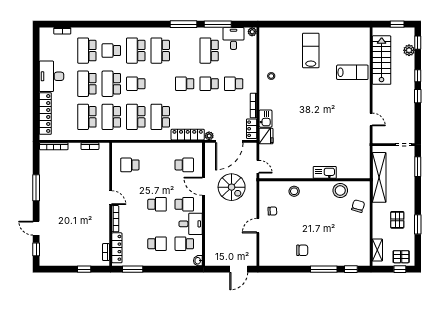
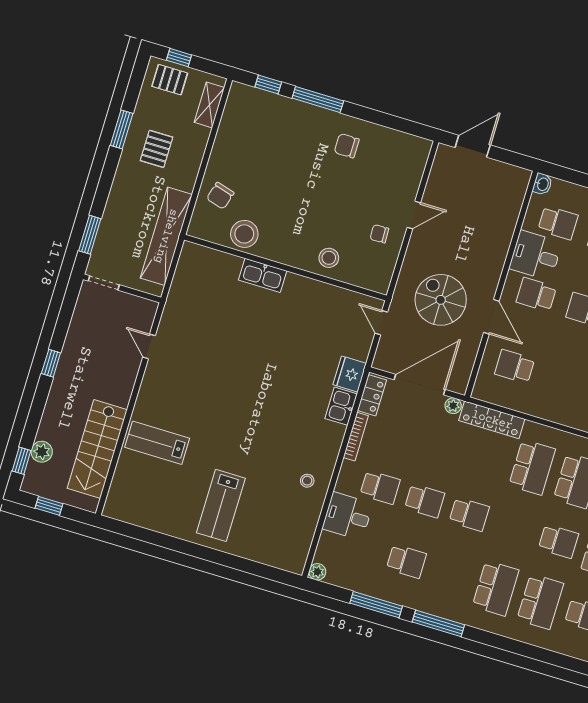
desk: (233, 38) -> (348, 516), moved, turned 90
school desk: (209, 51) -> (406, 561), width x0.54
window: (418, 76) -> (40, 400), removed

